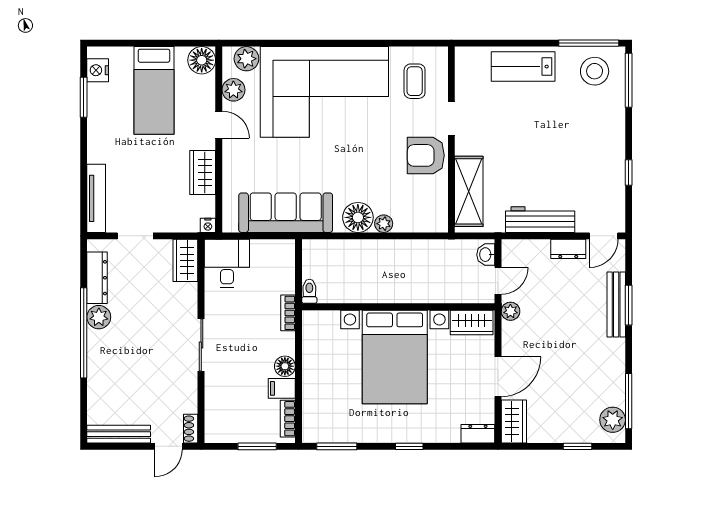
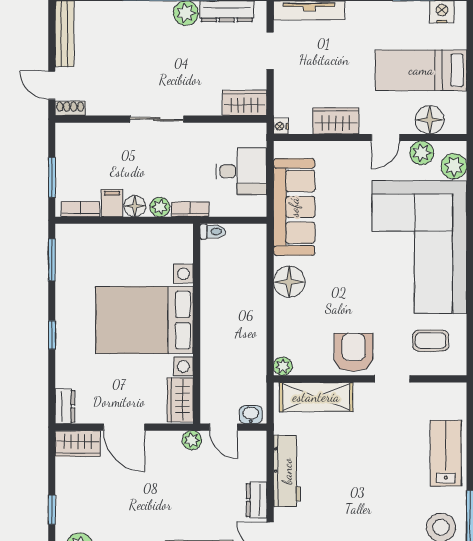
floor lamp: (202, 60) -> (430, 120), moved
plant: (384, 224) -> (283, 366), moved
desk: (227, 264) -> (241, 171), moved
plant: (286, 342) -> (160, 207), added

